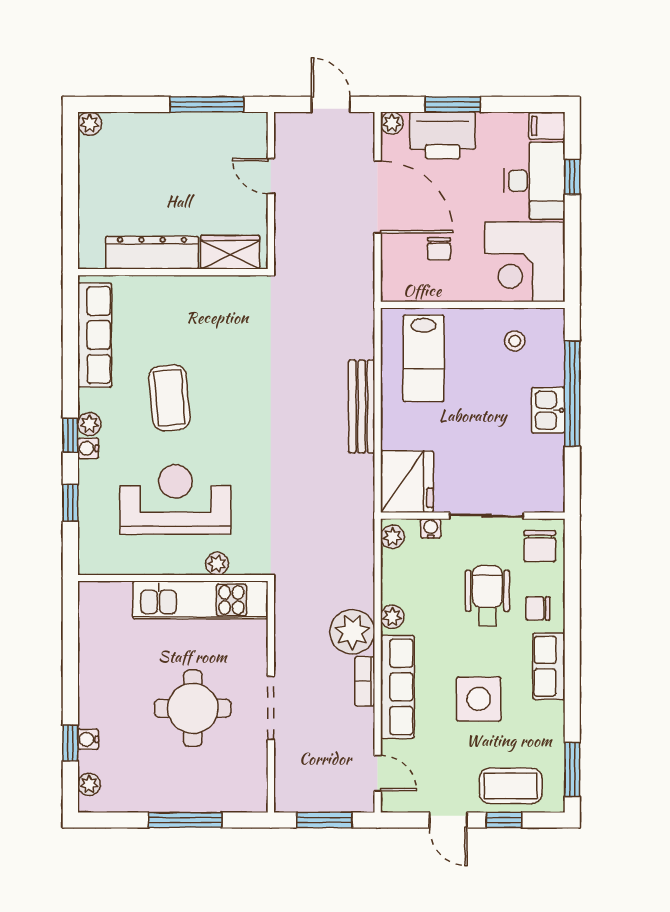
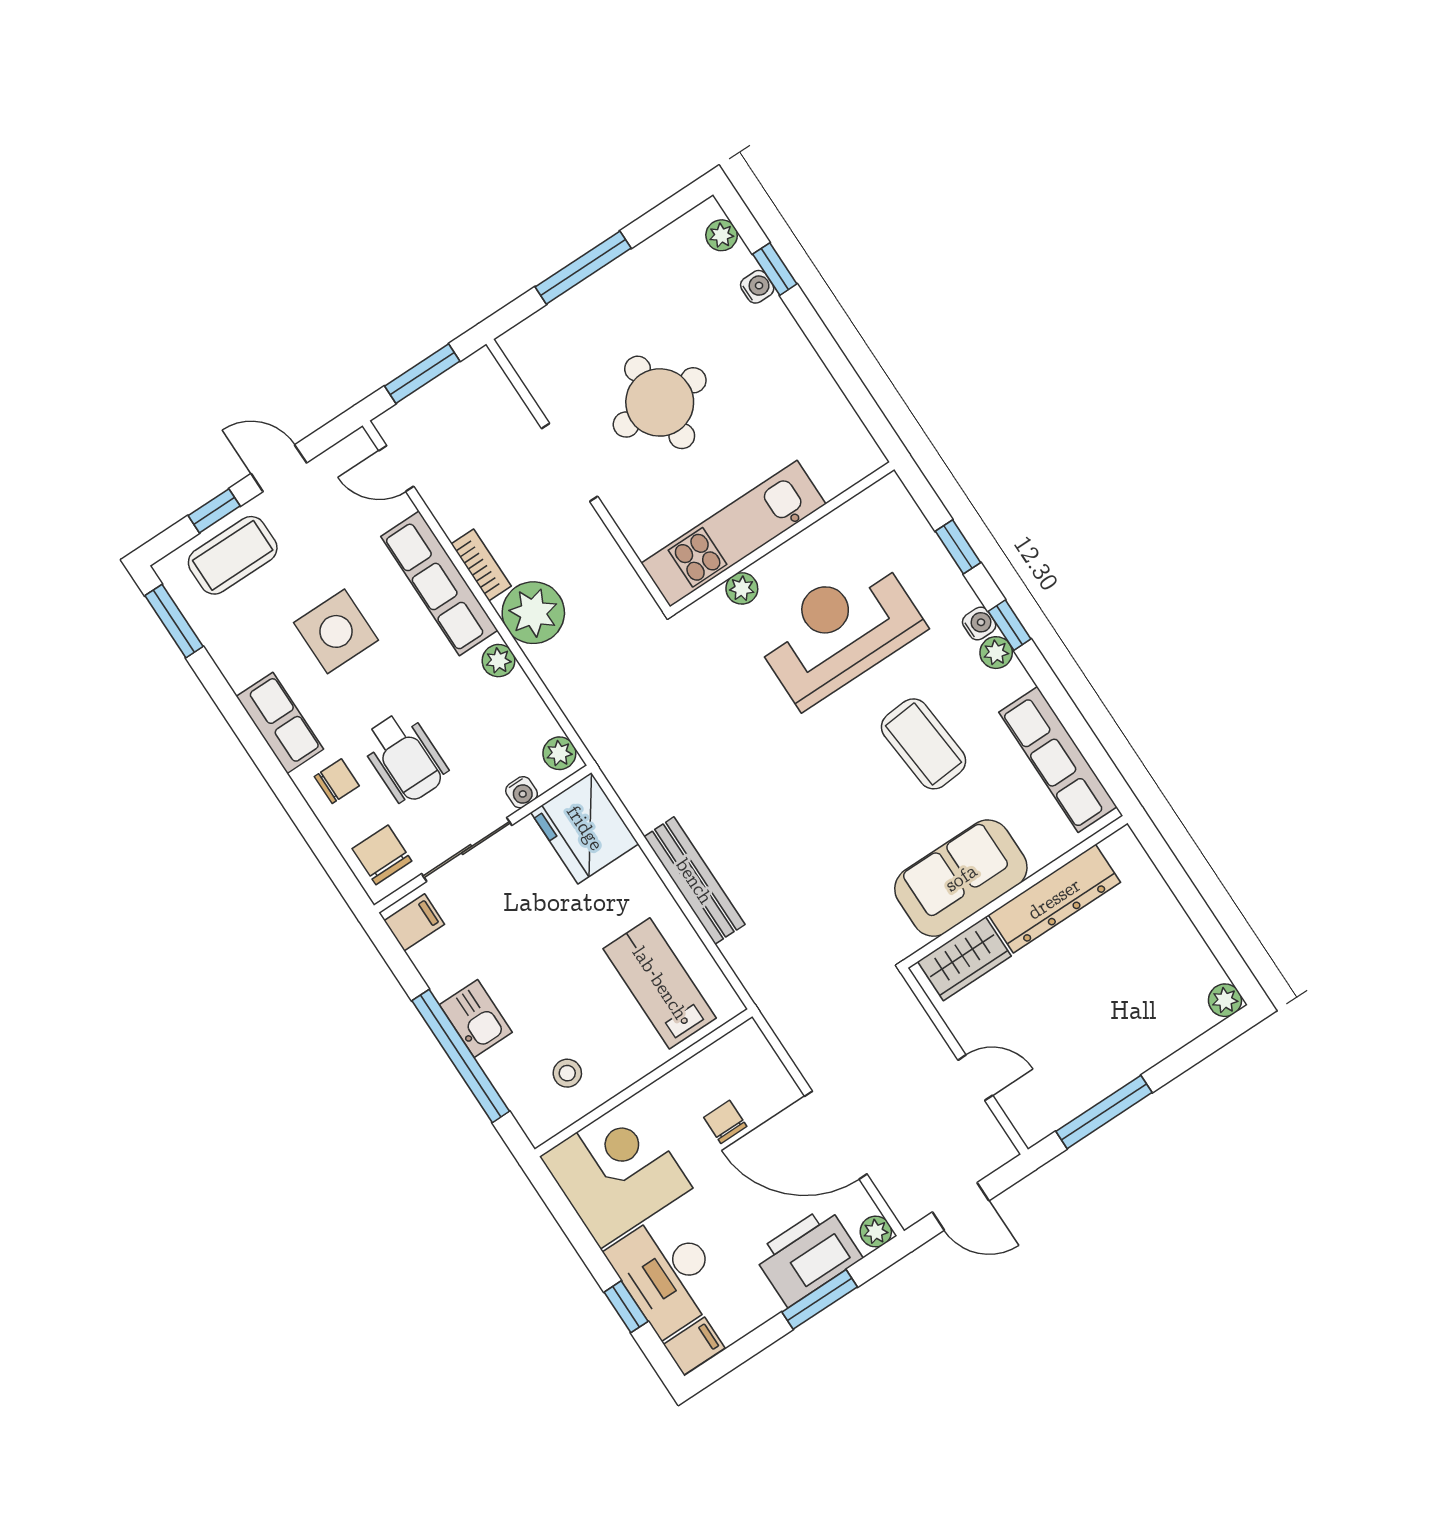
sofa: (200, 302) -> (961, 878), added
filing cabinet: (547, 493) -> (414, 922), added
reception desk: (175, 500) -> (839, 631), turned 180

